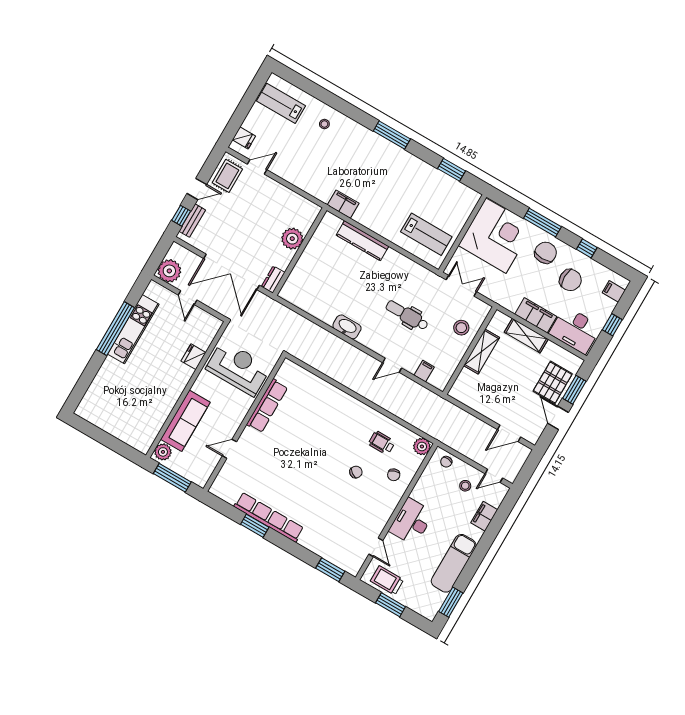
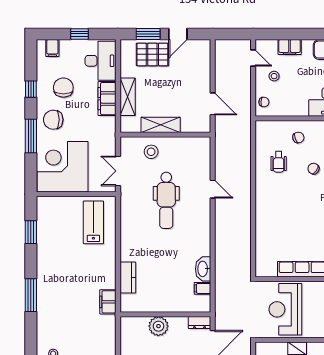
kitchen counter: (362, 241) -> (128, 278), width x0.67
dental chair: (407, 315) -> (166, 200), width x1.36, depth x1.38
washbasin: (347, 327) -> (203, 269), moved
filing cabinet: (424, 371) -> (202, 288), moved
door: (509, 433) -> (213, 104), moved
plant: (422, 446) -> (263, 128), removed

